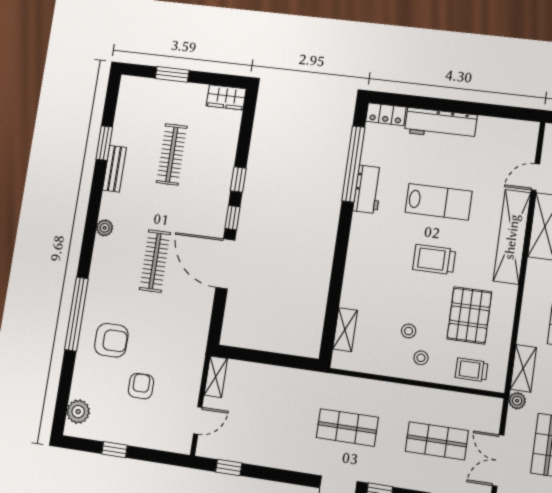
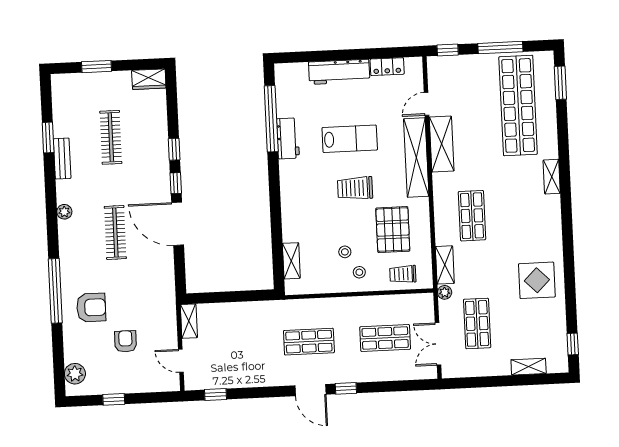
locker: (386, 114) -> (387, 67), moved
door: (198, 421) -> (181, 361), swing flipped

